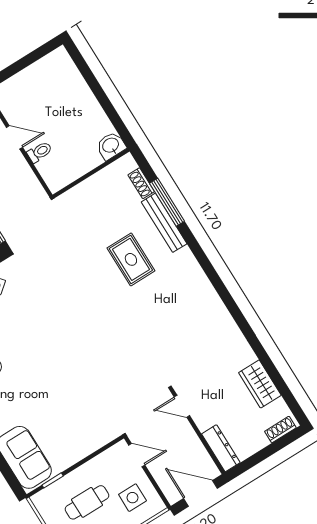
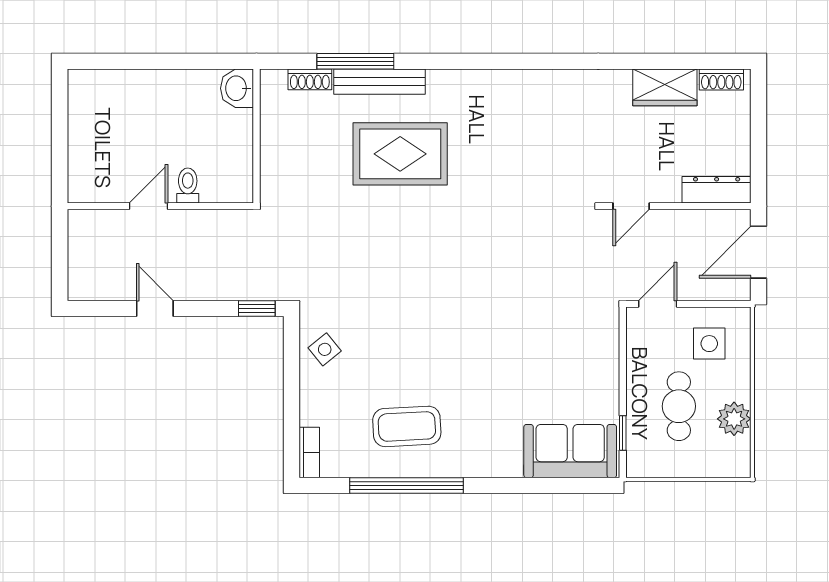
rug: (131, 259) -> (400, 154), width x1.36, depth x1.43
shoe rack: (280, 430) -> (721, 80), moved, turned -90

